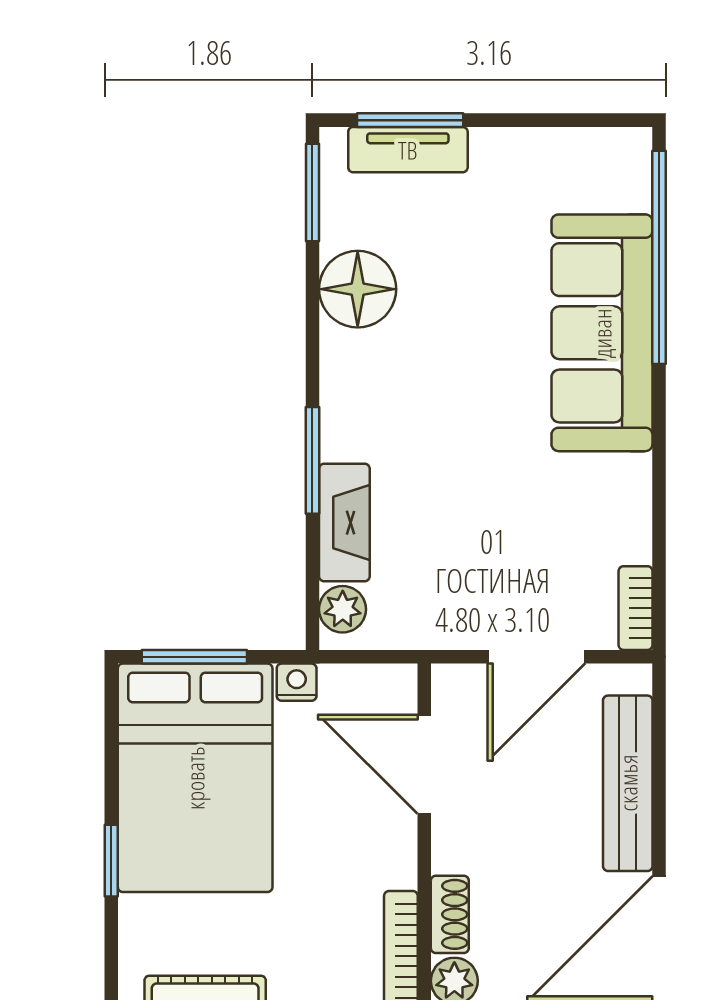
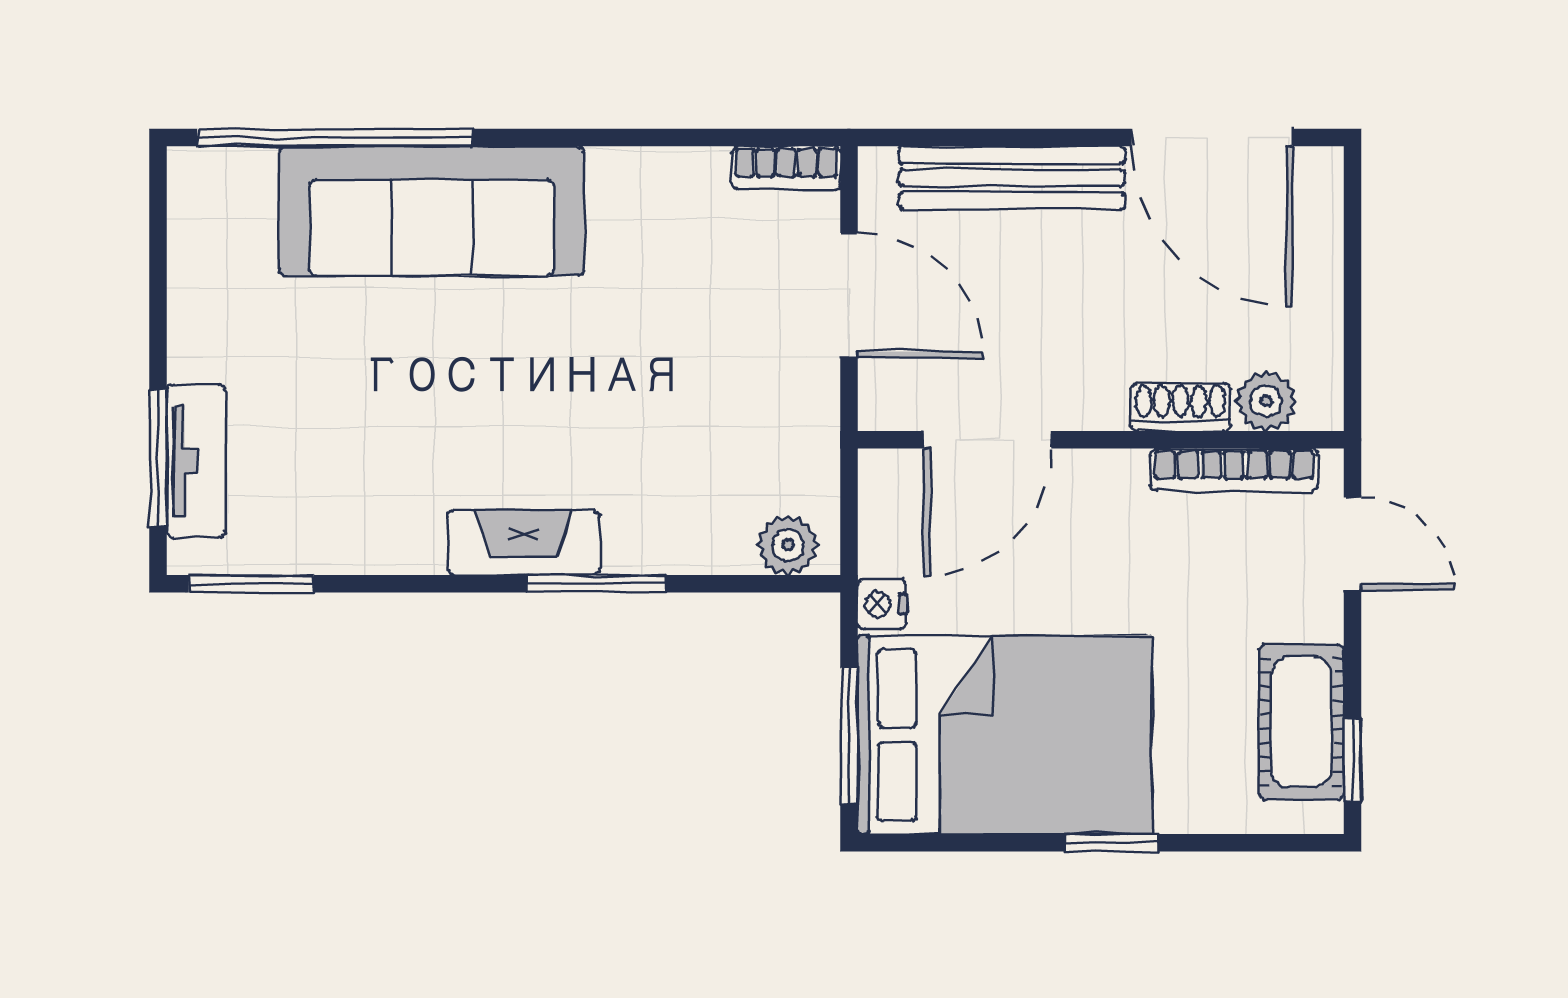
floor lamp: (358, 289) -> (376, 526), removed
fireplace: (344, 523) -> (524, 543), moved

